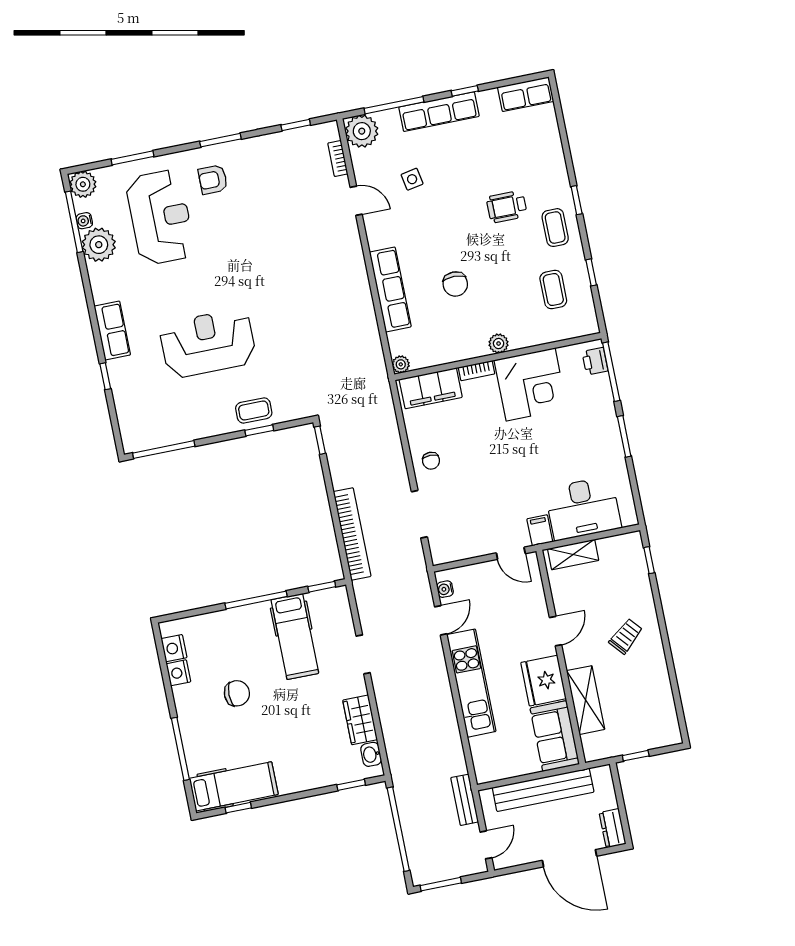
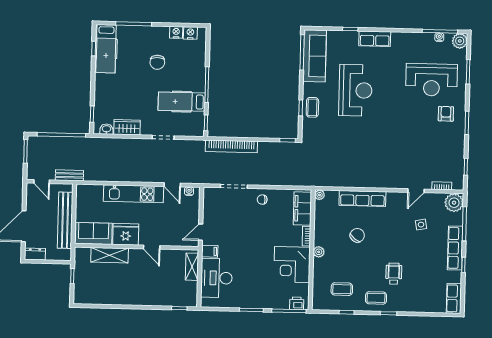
plant: (99, 245) -> (424, 42), removed
chair: (455, 284) -> (357, 235), turned 129
sofa: (165, 427) -> (315, 56), added
trolley: (626, 636) -> (140, 286), removed

